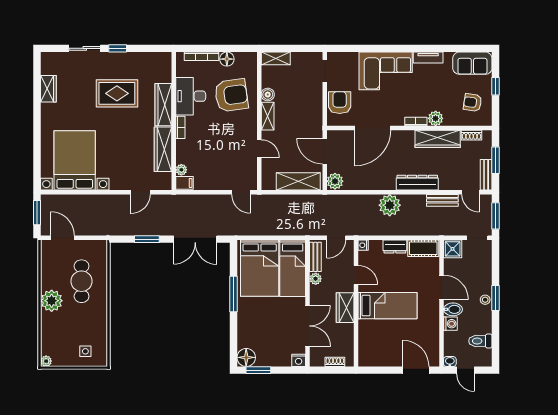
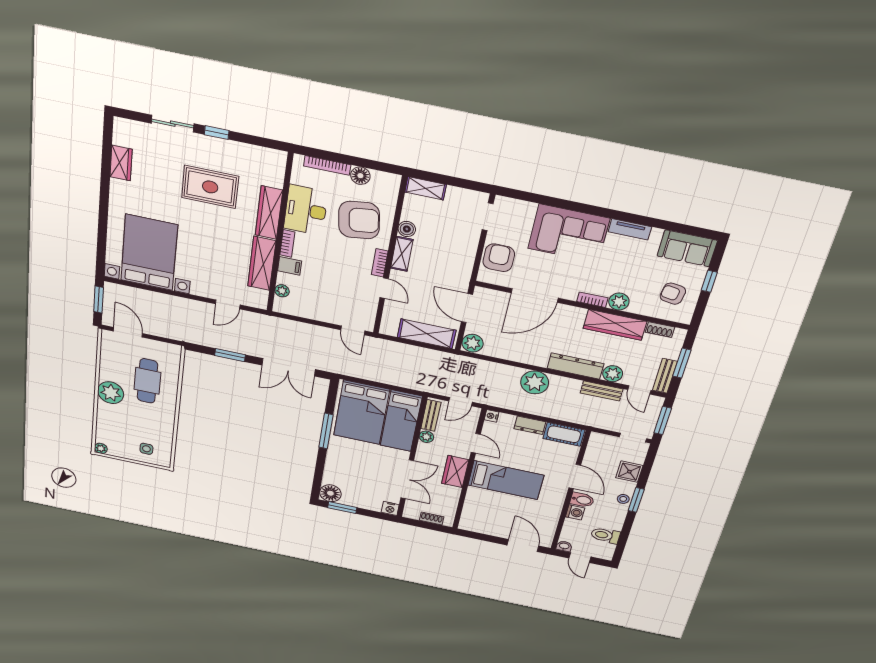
bookcase: (252, 128) -> (380, 263), added
plant: (447, 182) -> (613, 374), added
filing cabinet: (185, 183) -> (290, 266), moved
shower: (453, 249) -> (629, 472), moved

